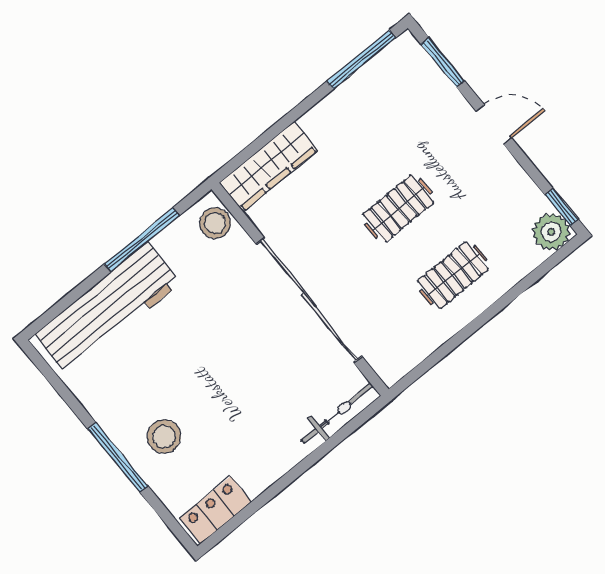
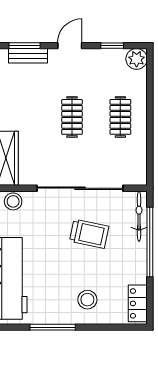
bench: (433, 79) -> (28, 56), added
window: (562, 207) -> (112, 46), moved
trolley: (257, 364) -> (89, 234), added
window: (314, 457) -> (150, 242), added
window: (118, 458) -> (53, 327), moved

